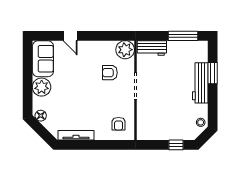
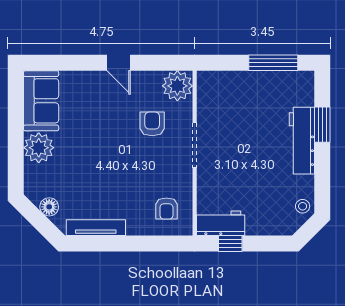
door: (70, 36) -> (119, 63), moved
workbench: (152, 48) -> (221, 223), moved, turned 180
armchair: (110, 73) -> (152, 124), turned 90
floor lamp: (41, 116) -> (49, 207), moved
window: (176, 145) -> (230, 244), moved

